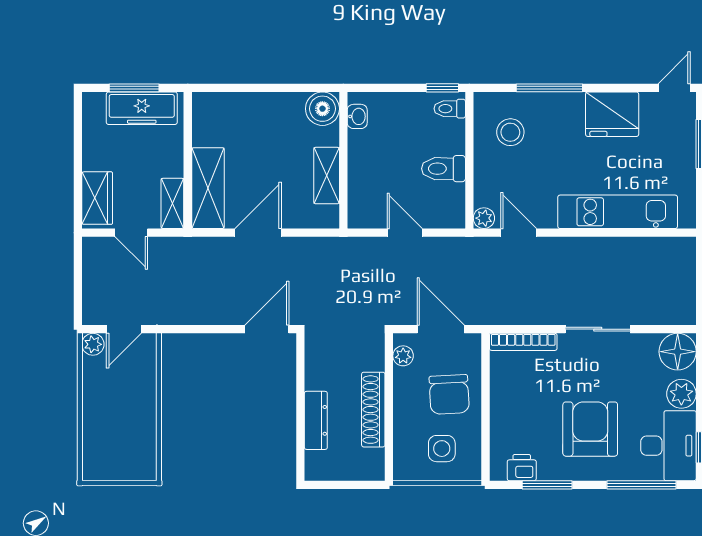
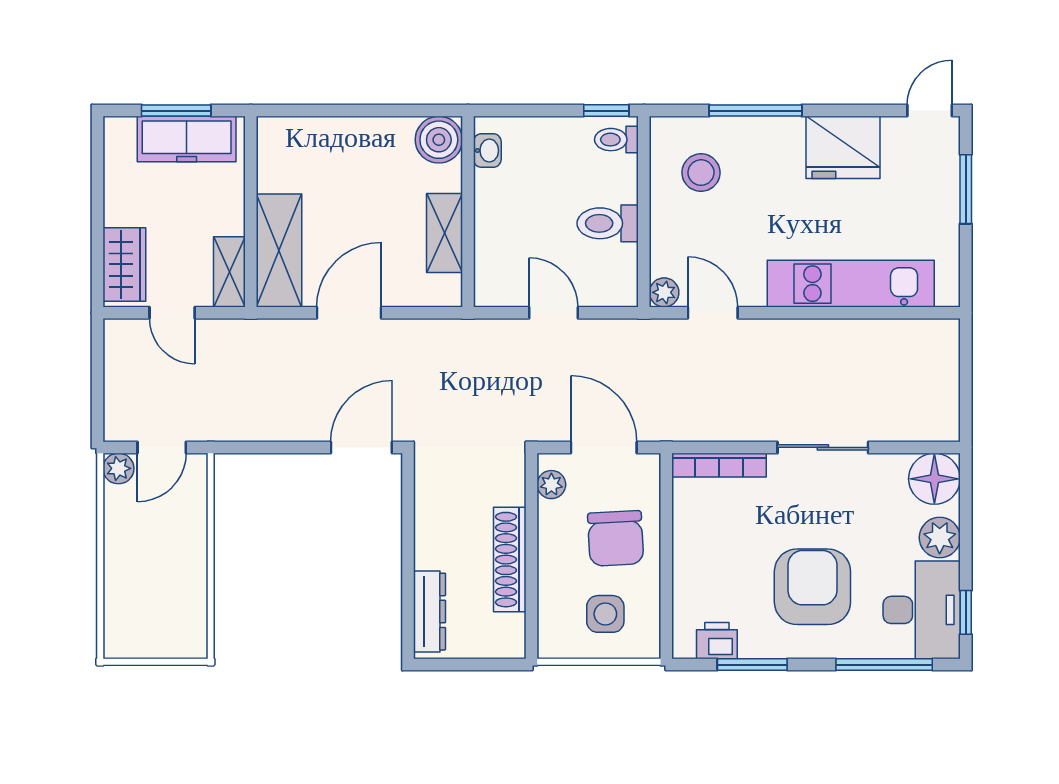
dresser: (316, 420) -> (430, 612), moved

